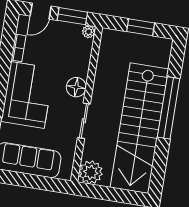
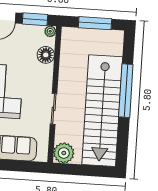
window: (141, 27) -> (95, 23), width x1.44
floor lamp: (76, 87) -> (46, 55), moved

